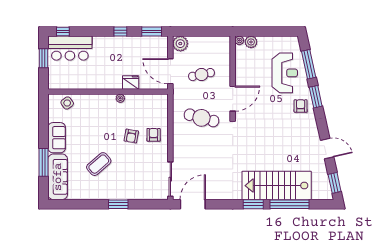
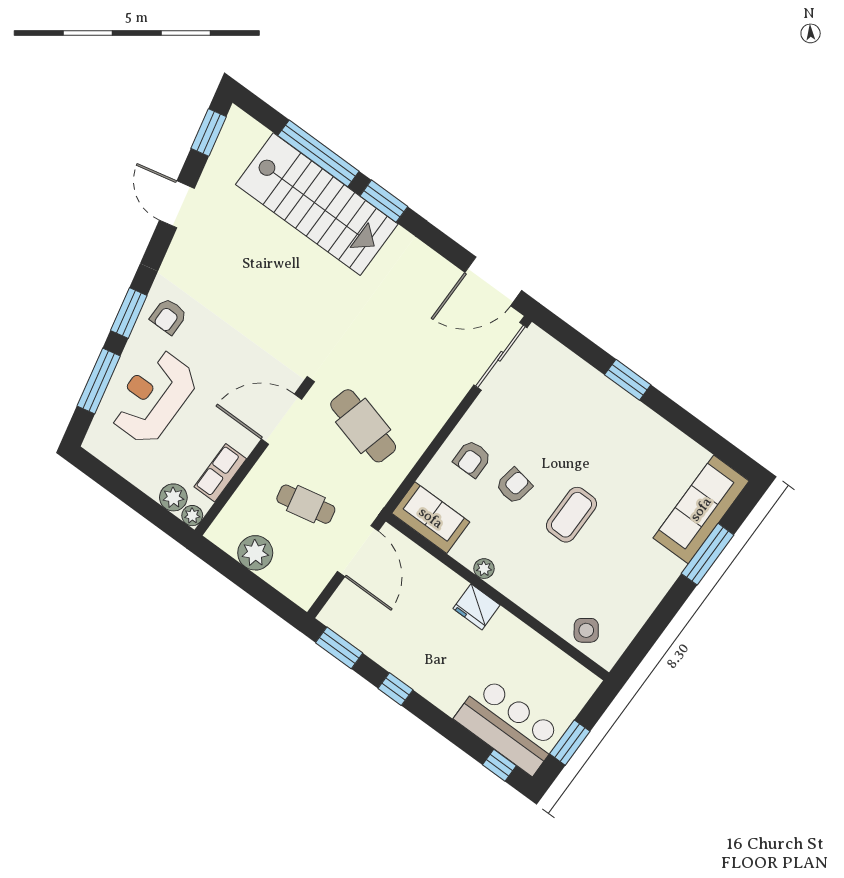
plant: (180, 44) -> (255, 553), moved
row of seats: (241, 63) -> (220, 473), added
fridge: (131, 82) -> (476, 607), moved
sofa: (57, 138) -> (431, 518), moved, turned 90
coffee table: (99, 164) -> (571, 515), moved, turned -49

